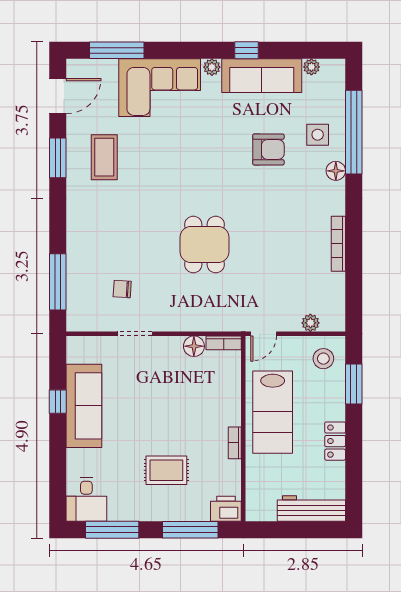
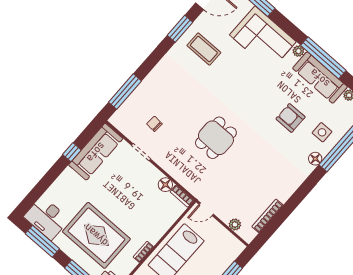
window: (246, 50) -> (323, 58), width x3.17
armchair: (268, 149) -> (291, 118), turned 180
coffee table: (104, 157) -> (204, 49), turned 90
bookcase: (338, 244) -> (267, 216), moved
stool: (323, 359) -> (226, 248), removed
sofa: (84, 406) -> (96, 152), moved
rug: (166, 470) -> (96, 235), width x1.86, depth x2.06
desk: (86, 500) -> (47, 218), width x1.37

